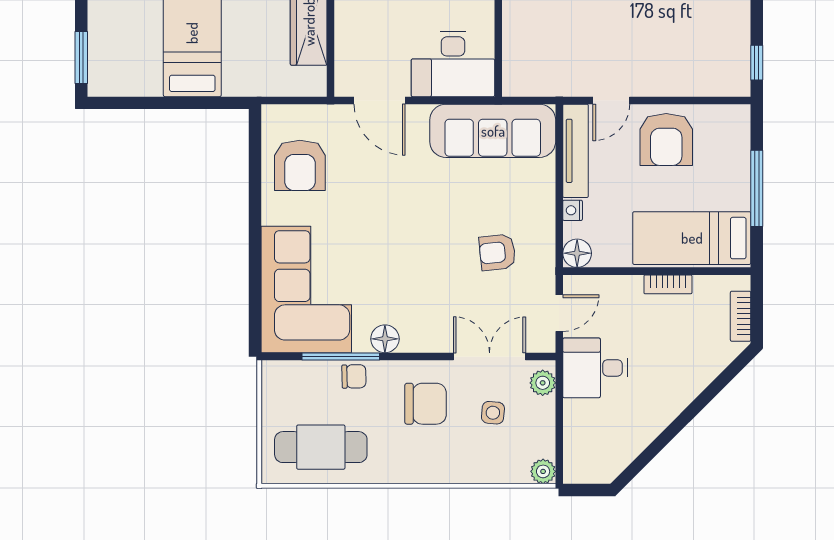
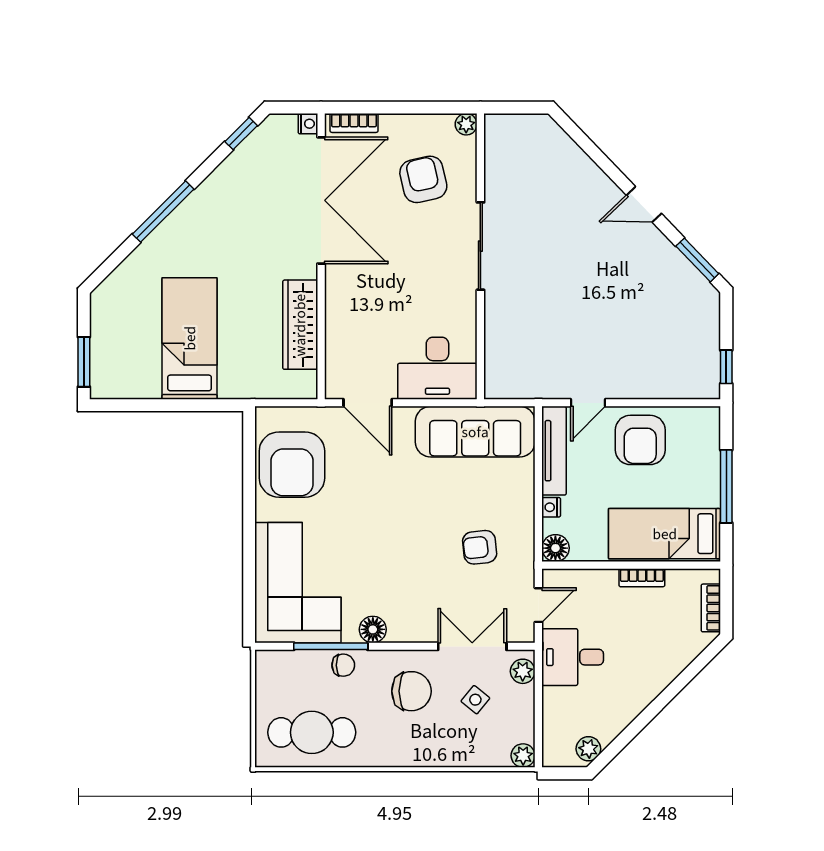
armchair: (300, 165) -> (292, 465), width x1.36, depth x1.36
side table: (493, 413) -> (475, 700), turned 34
plant: (612, 464) -> (588, 749), added

